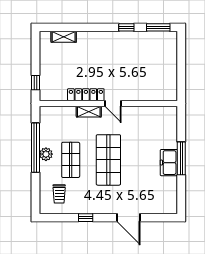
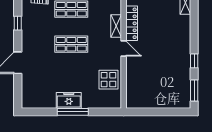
door: (113, 103) -> (124, 49), swing flipped
display table: (147, 120) -> (108, 80), added
shop shelf: (108, 160) -> (71, 44), width x0.70, depth x0.74

